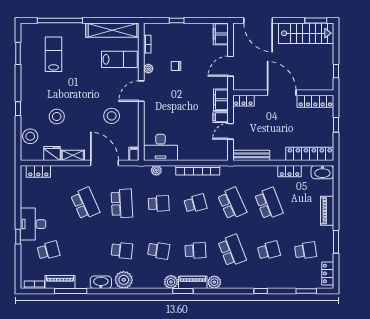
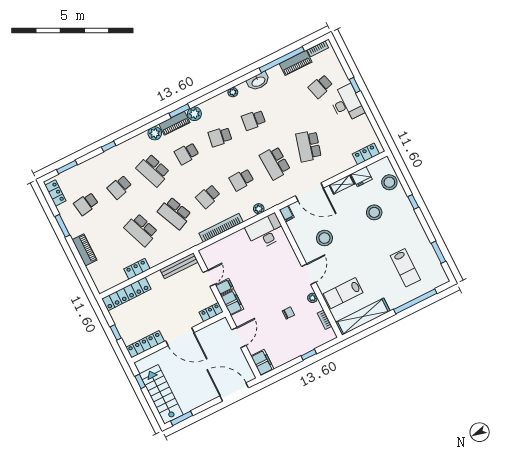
stairs: (306, 33) -> (161, 394), moved, turned 90
washbasin: (322, 172) -> (106, 283), removed
school desk: (85, 203) -> (308, 146), turned 39
plant: (124, 280) -> (233, 92), width x0.53, depth x0.53
window: (71, 291) -> (282, 60), width x1.46

